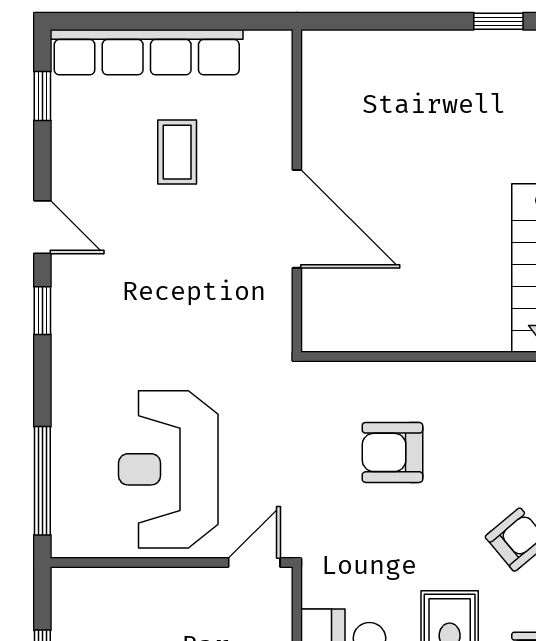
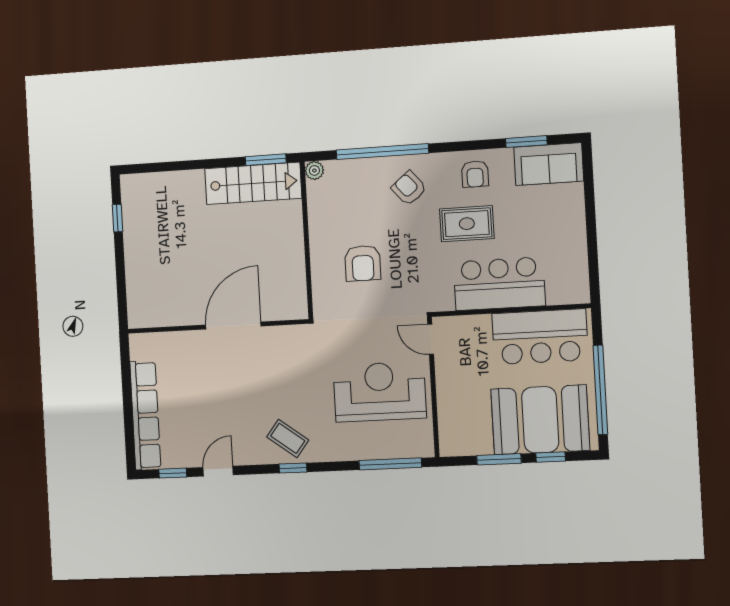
coffee table: (177, 152) -> (288, 438), moved, turned 37
door: (42, 227) -> (218, 471), moved
reception desk: (168, 469) -> (380, 392), turned 180

